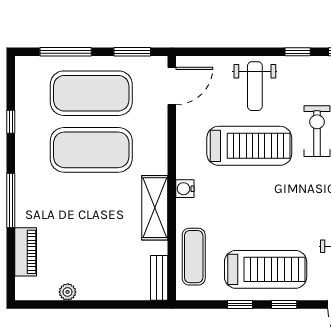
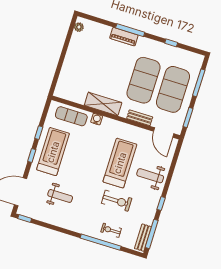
treadmill: (249, 146) -> (120, 163), turned 180
water cooler: (185, 189) -> (97, 119), moved
piano: (26, 252) -> (124, 37), moved
treadmill: (266, 269) -> (53, 152), turned 180
bench: (159, 278) -> (140, 118), moved
plant: (68, 292) -> (79, 27), moved

